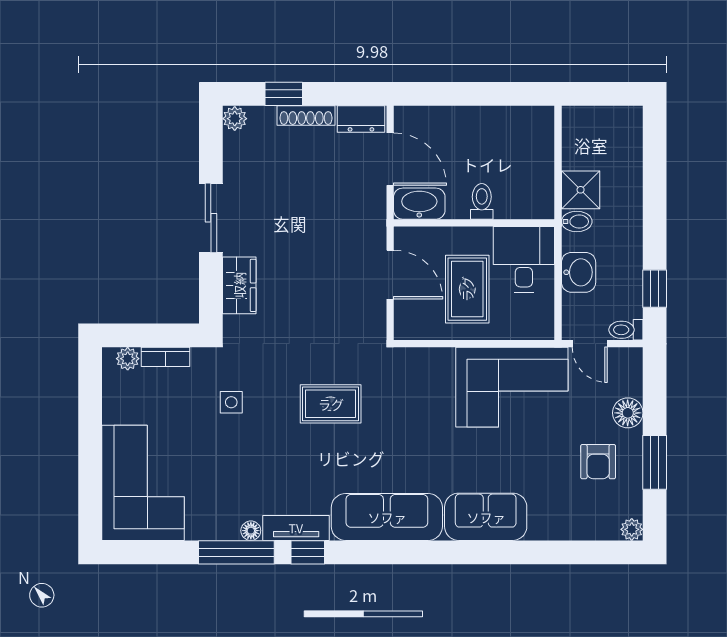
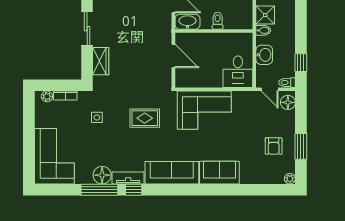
desk: (524, 259) -> (238, 72), moved, turned 180
rug: (467, 289) -> (211, 63), removed
corner sofa: (512, 387) -> (204, 110), moved
floor lamp: (628, 413) -> (288, 102), moved
floor lamp: (251, 531) -> (102, 175), width x1.89, depth x1.89

